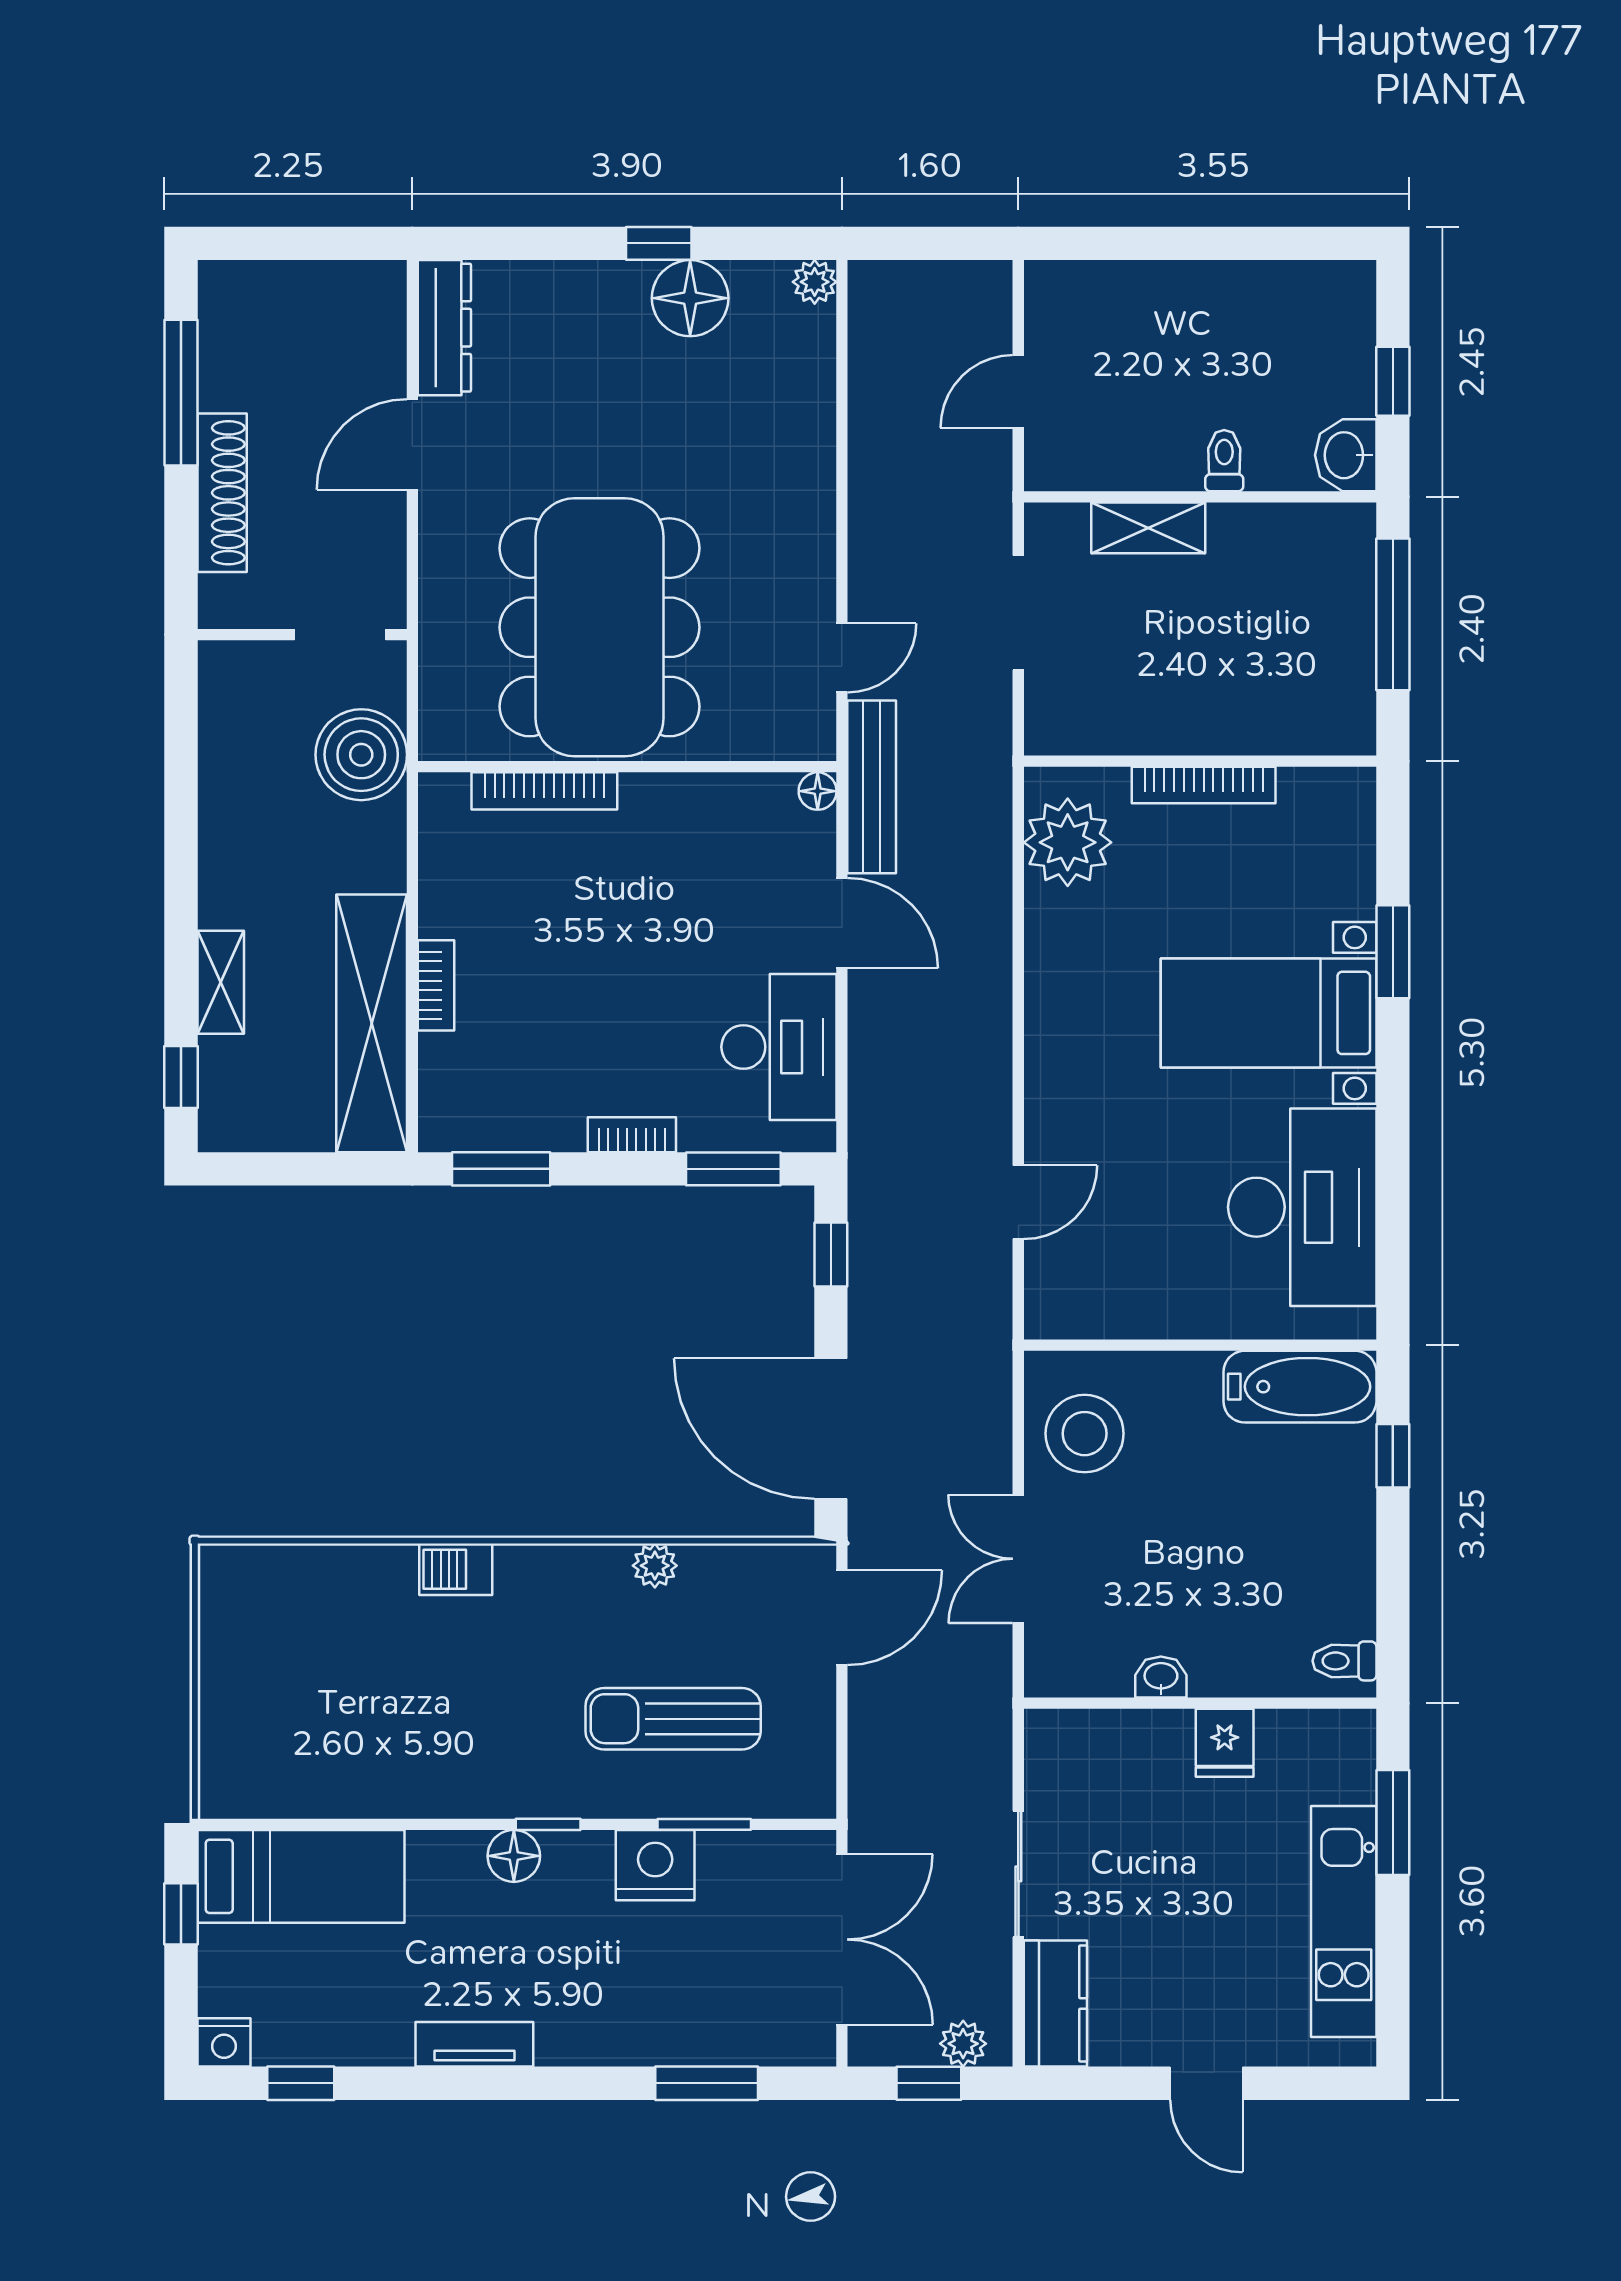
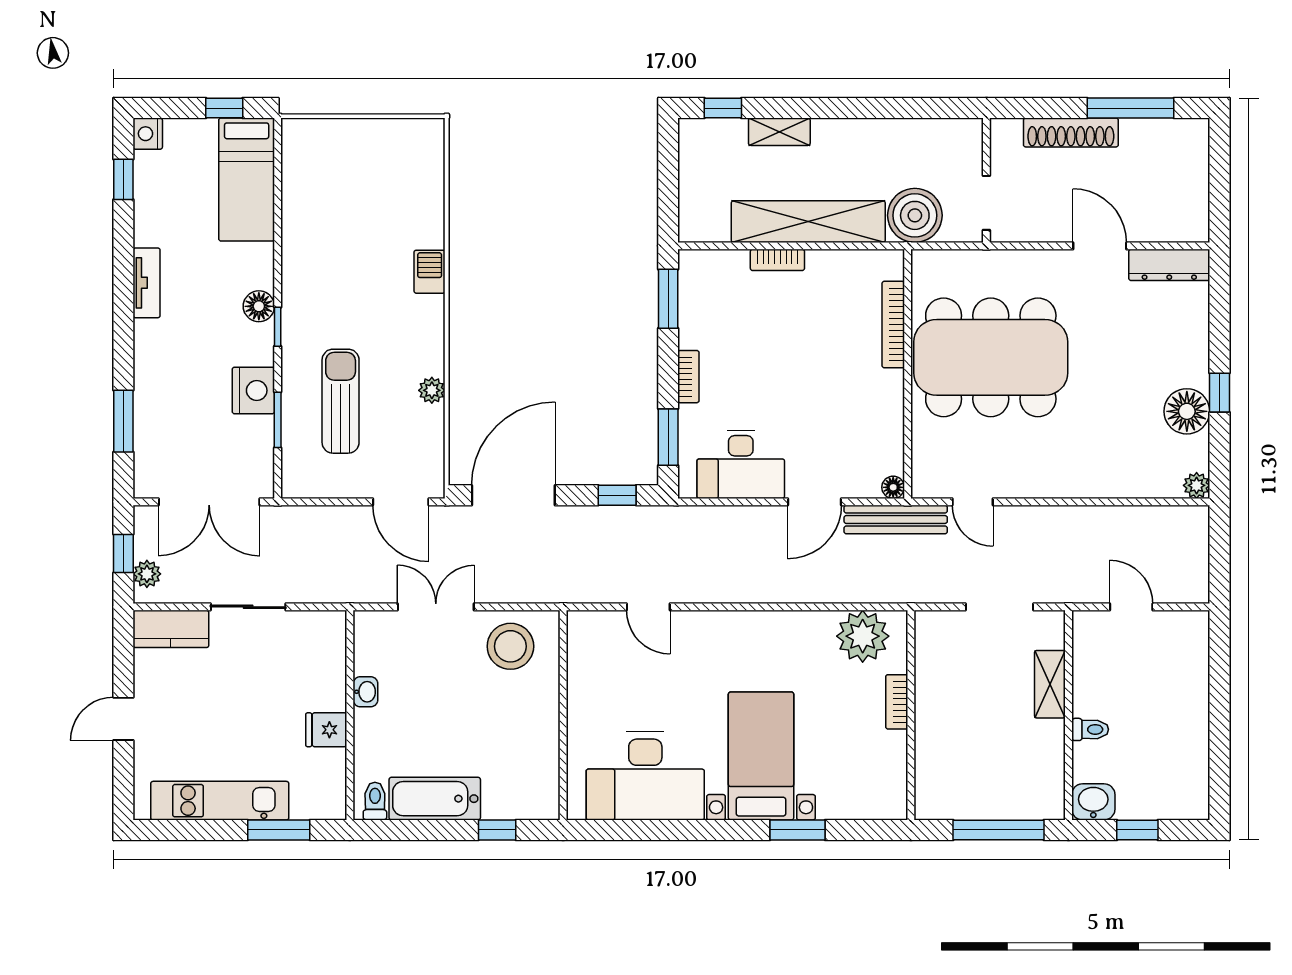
bookcase: (1204, 785) -> (897, 702), width x0.64
shelving: (372, 1023) -> (808, 222), moved
bathtub: (1300, 1387) -> (435, 799), moved, turned 90

